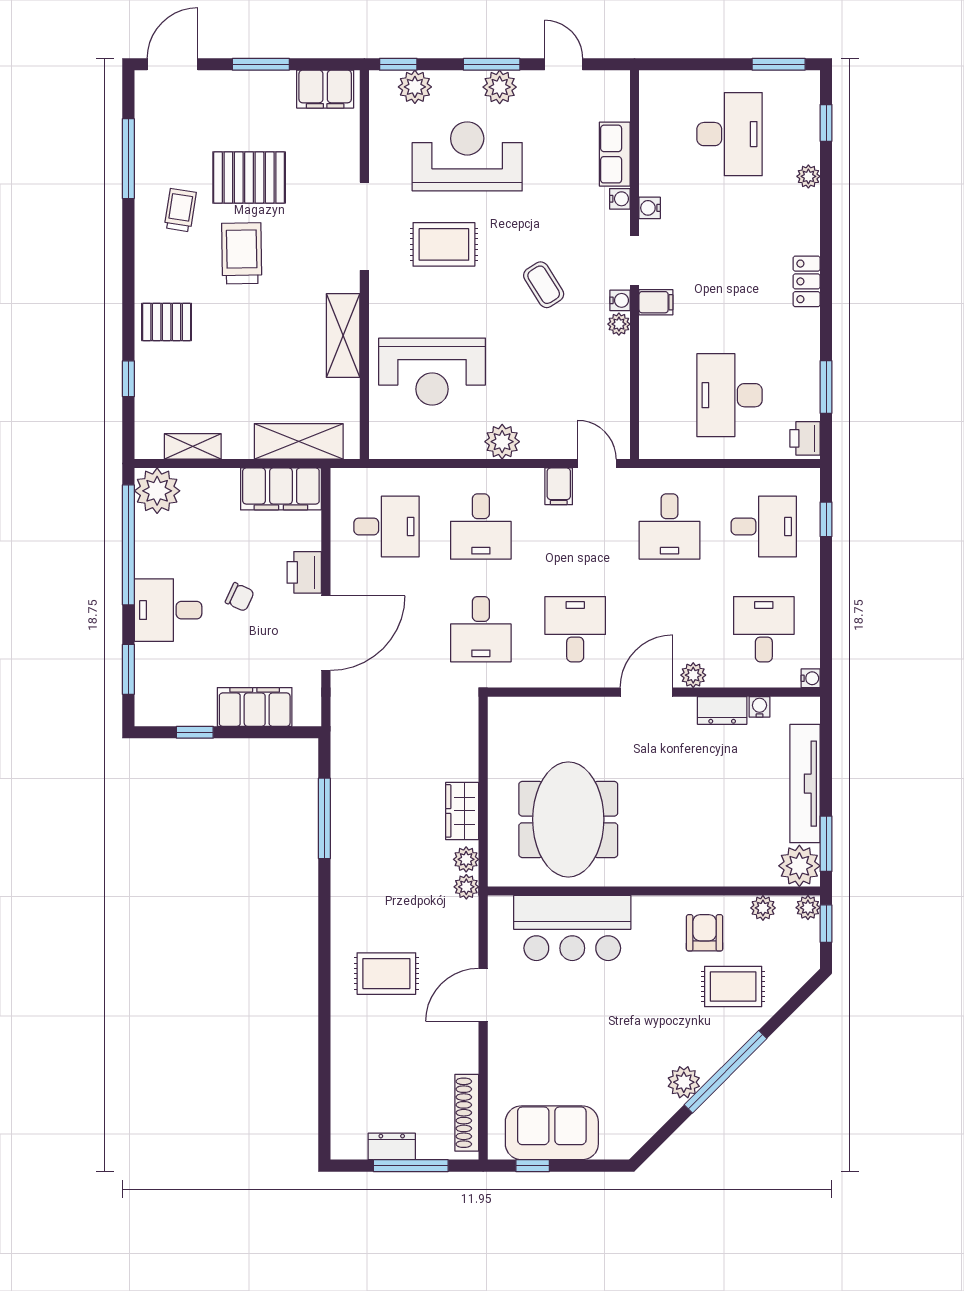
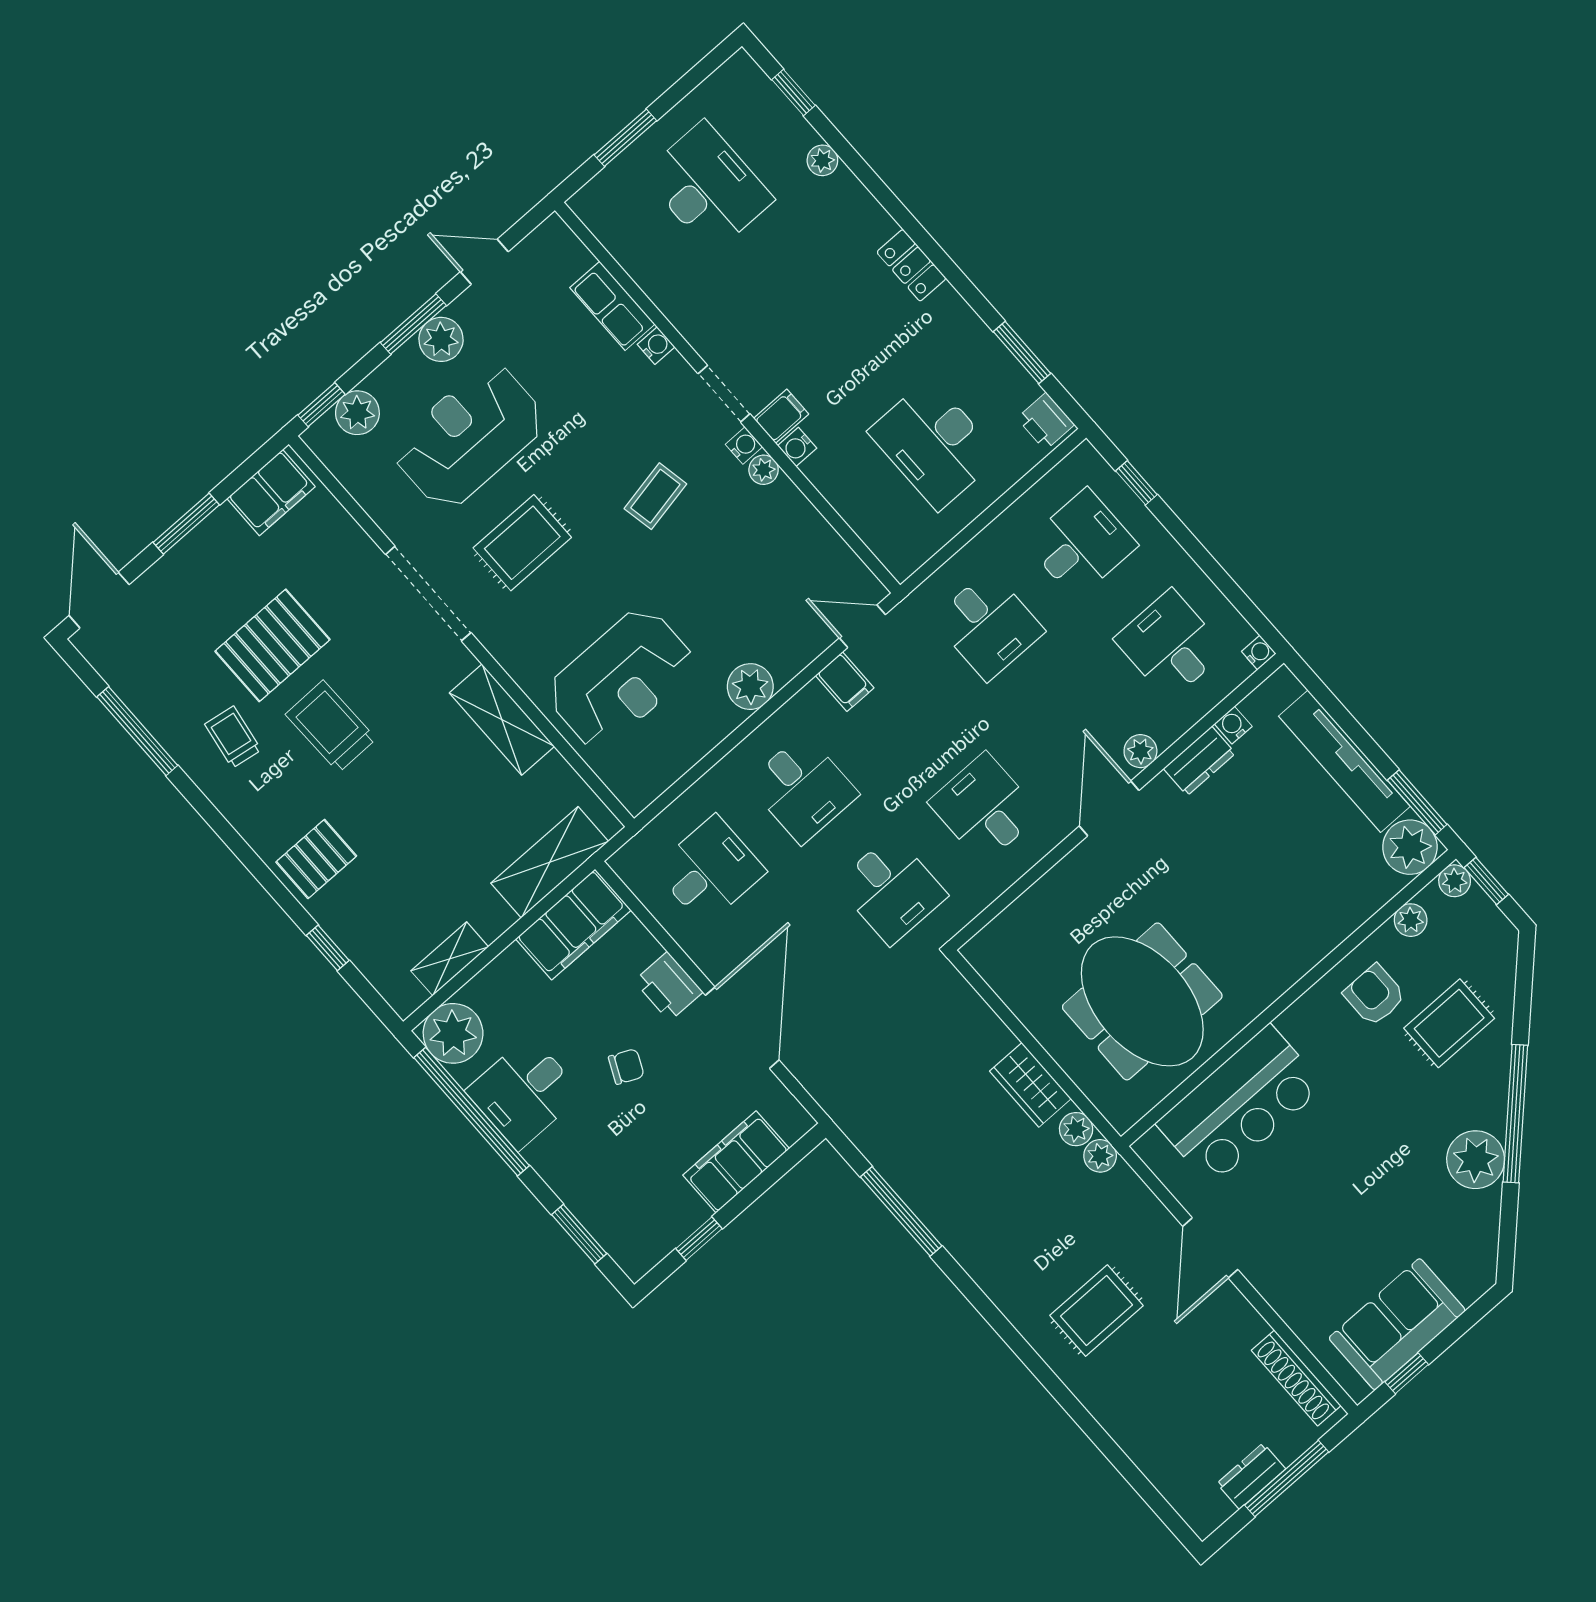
window: (779, 64) -> (625, 138), moved
water cooler: (650, 208) -> (797, 447), moved
coffee table: (544, 285) -> (655, 496), turned -69
desk: (168, 610) -> (524, 1093), moved
plant: (684, 1082) -> (1476, 1160), width x1.36, depth x1.36

